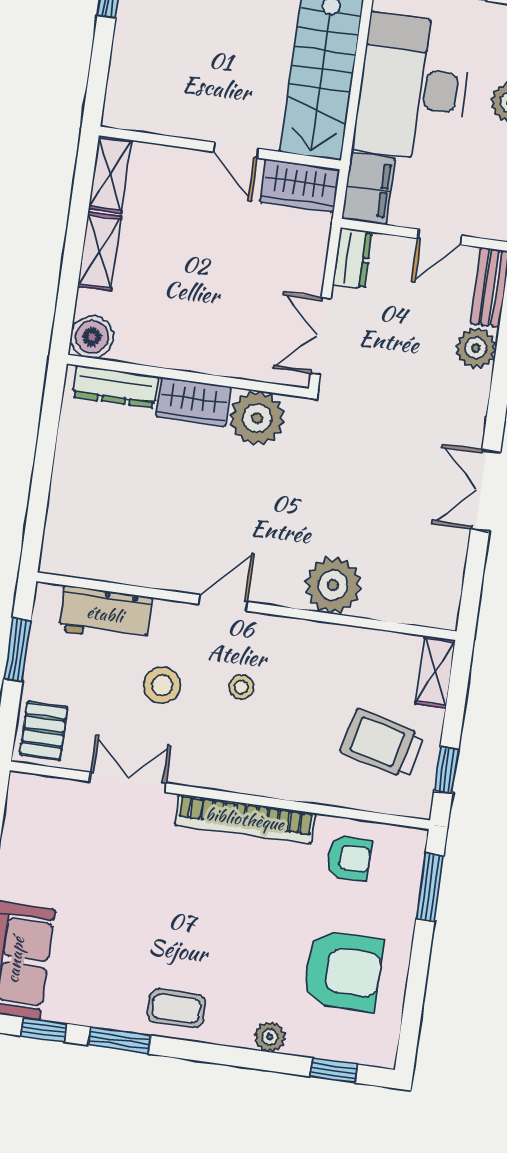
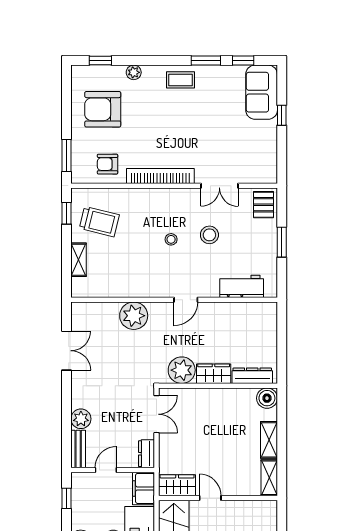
plant: (333, 585) -> (134, 316), moved
door: (223, 603) -> (186, 300), moved
wall: (246, 606) -> (174, 300), moved
workbench: (105, 614) -> (242, 286), moved

